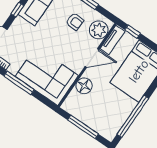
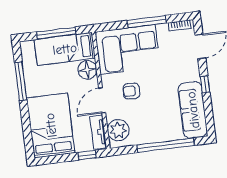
armchair: (75, 22) -> (131, 91), moved
bed: (86, 112) -> (65, 49), added
window: (133, 116) -> (21, 81), width x0.68

